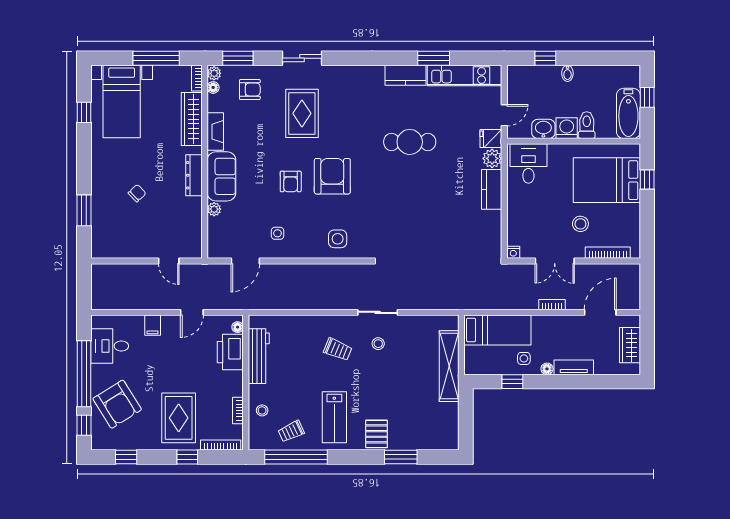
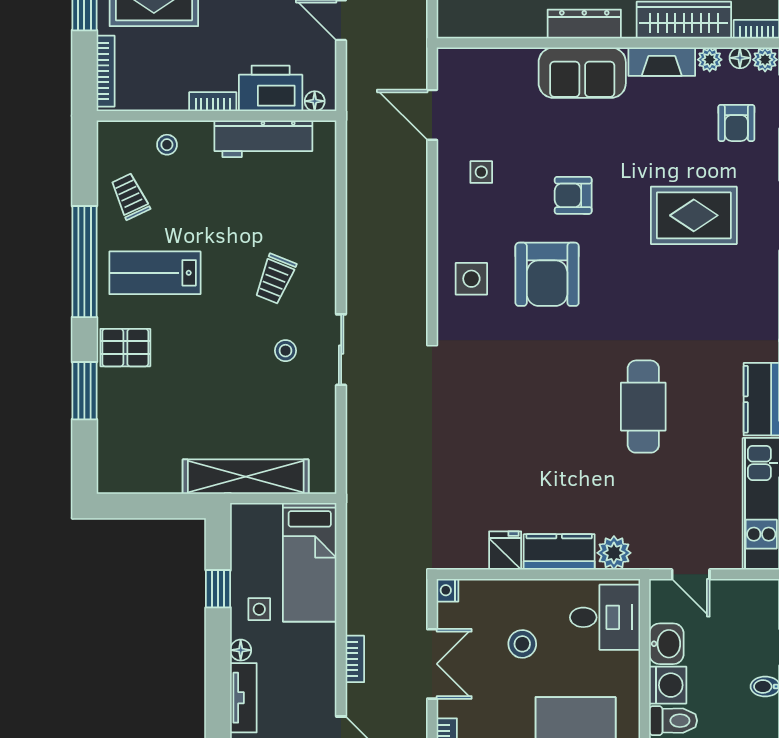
fridge: (491, 139) -> (505, 551), moved
armchair: (332, 176) -> (547, 274), moved, turned 90
plant: (214, 209) -> (710, 60), moved
stool: (580, 224) -> (522, 644), moved
double door: (555, 261) -> (432, 664), swing flipped
bookcase: (238, 411) -> (213, 102), moved
window: (296, 457) -> (84, 262), moved

